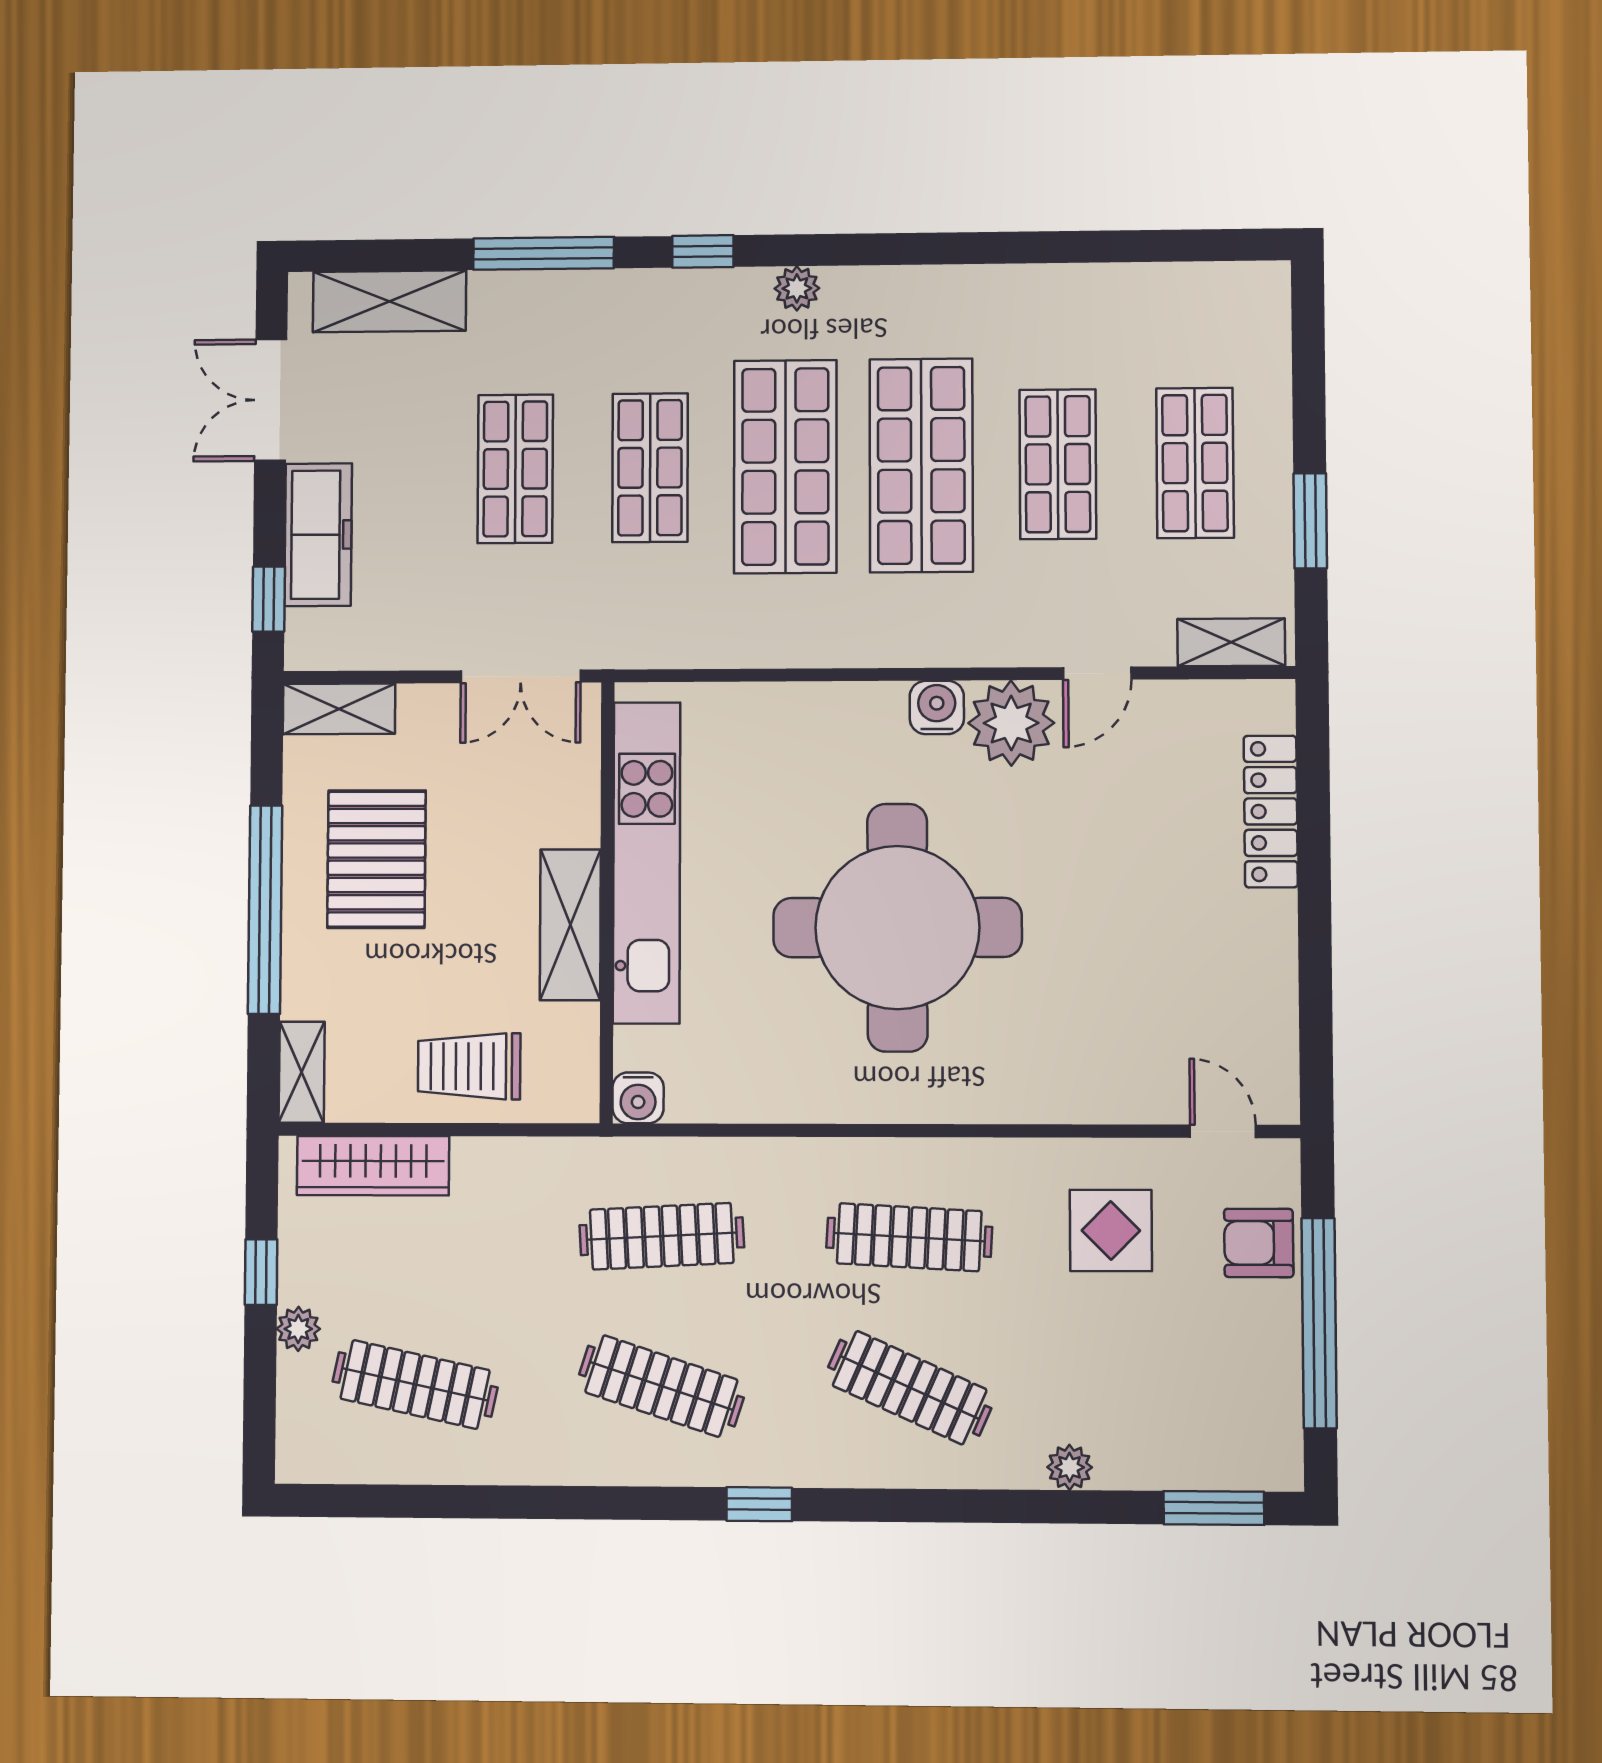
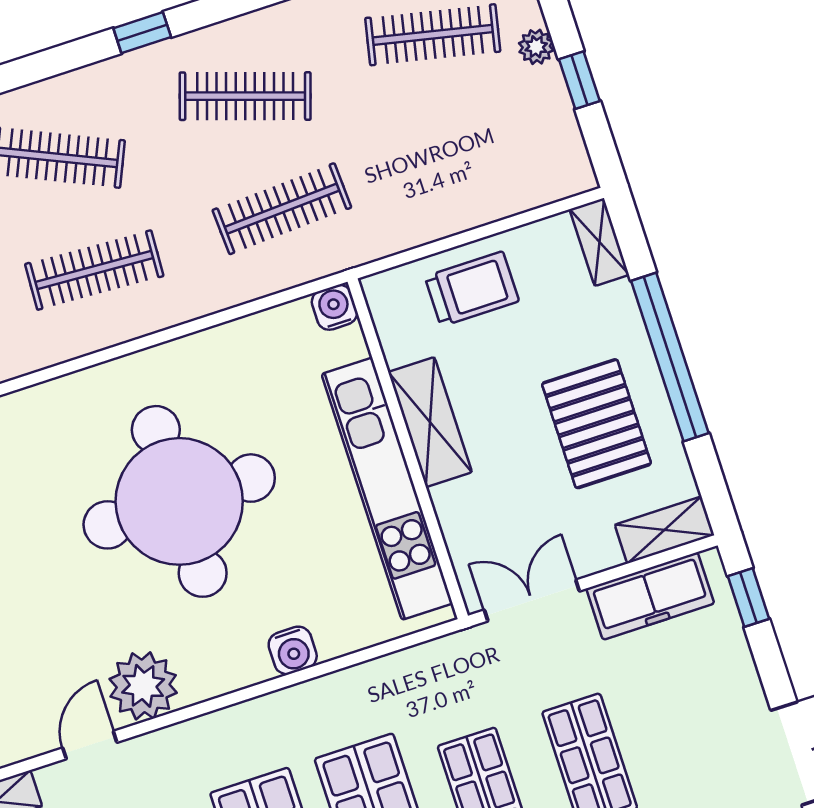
freezer: (318, 535) -> (650, 596), moved, turned -90
water cooler: (937, 707) -> (293, 650), moved
wardrobe: (373, 1166) -> (520, 189), removed

